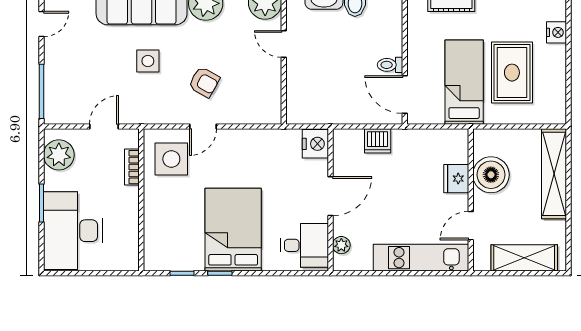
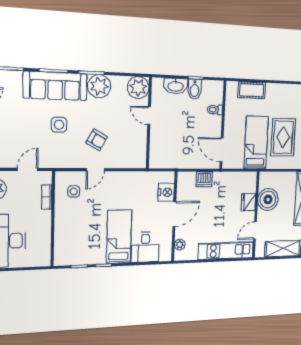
toilet: (390, 65) -> (215, 110), moved
nightstand: (315, 144) -> (166, 192), moved
side table: (171, 159) -> (74, 191), width x0.54, depth x0.54
bed: (233, 230) -> (119, 237), width x0.67
desk: (305, 245) -> (145, 247), moved, turned 90

